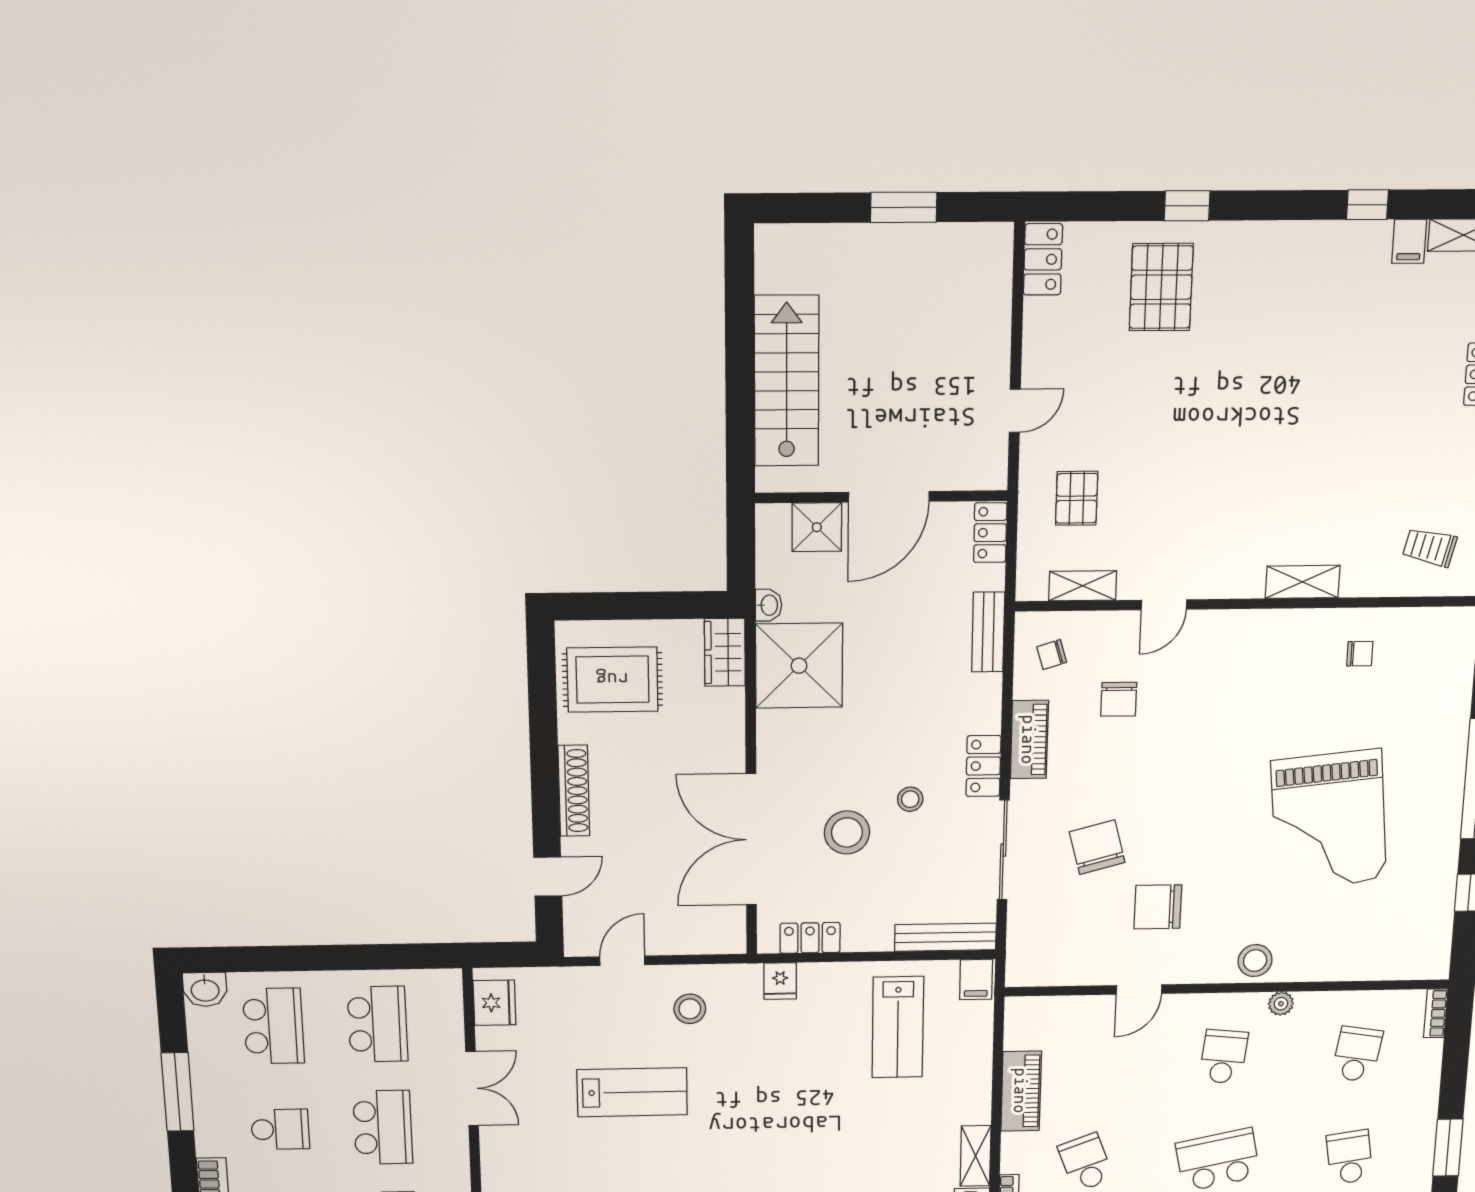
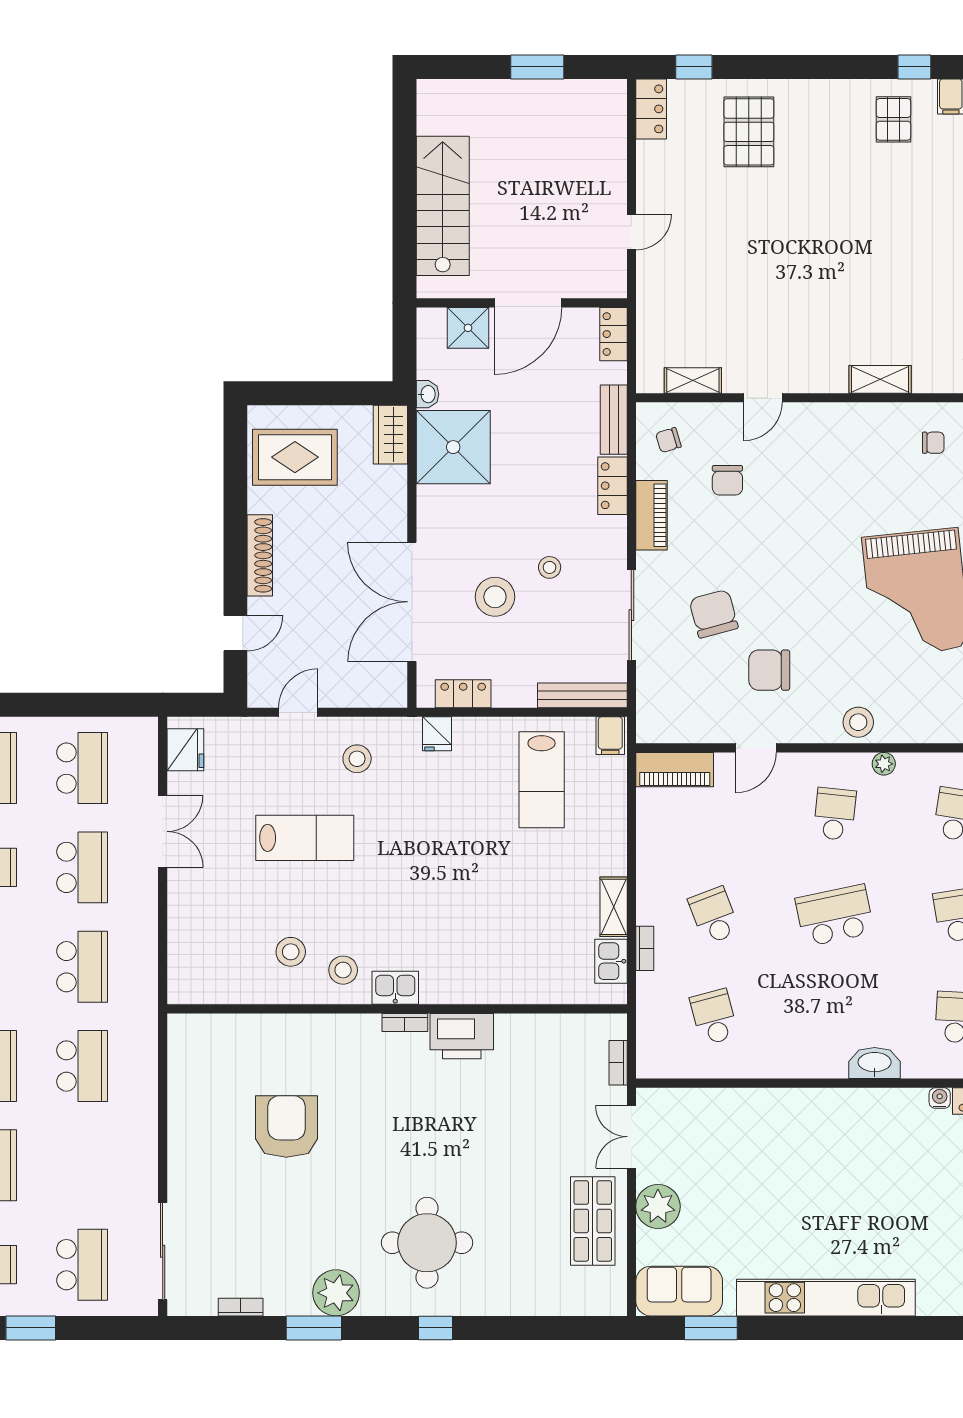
window: (1187, 206) -> (694, 67), moved
pallet: (1077, 498) -> (893, 119), moved
locker: (983, 766) -> (612, 486), moved
piano: (1021, 1091) -> (675, 770), moved, turned 90

